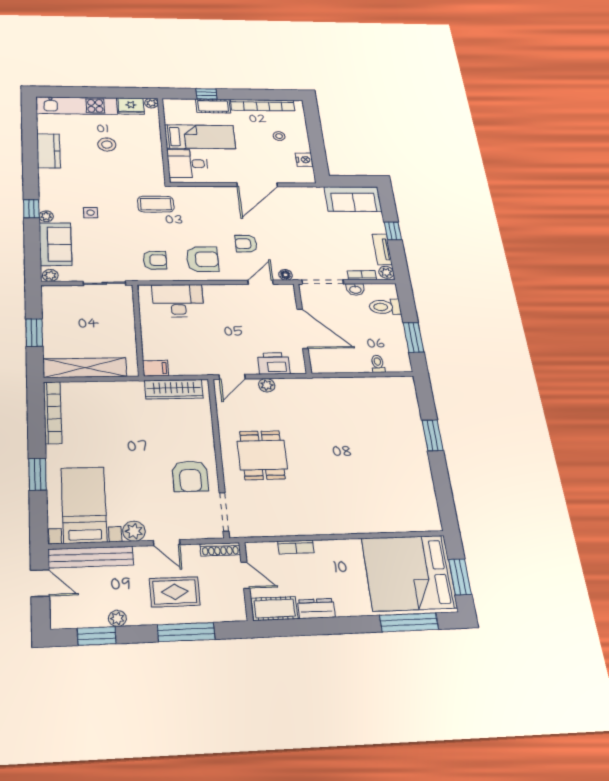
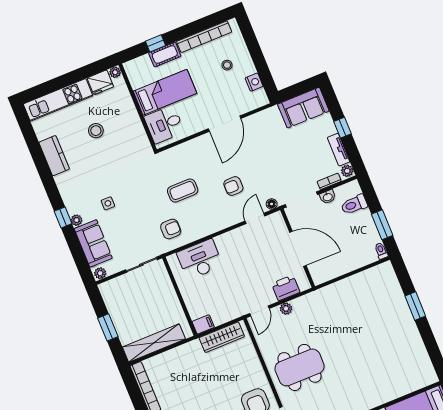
coffee table: (156, 204) -> (183, 191), moved
armchair: (202, 259) -> (205, 214), removed
toilet: (378, 364) -> (381, 251), moved
dining table: (262, 455) -> (300, 367), width x1.38

